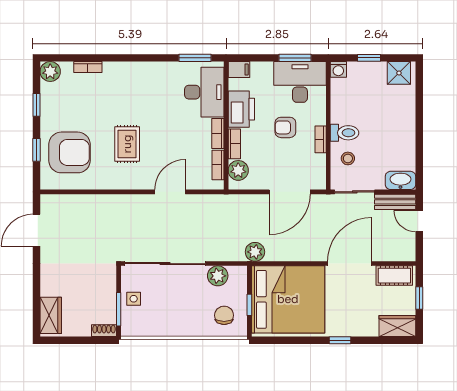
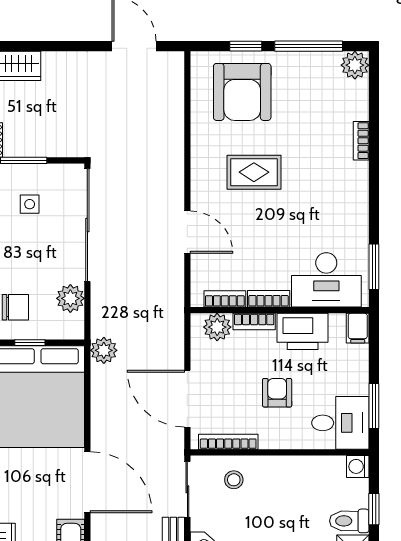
bookcase: (88, 67) -> (361, 141), moved
desk: (300, 82) -> (340, 423), width x0.73
window: (37, 105) -> (309, 46), width x2.17
toilet: (345, 133) -> (349, 521), moved, turned 90
bookcase: (321, 139) -> (228, 442), moved, width x1.56
side table: (134, 299) -> (30, 204), moved

